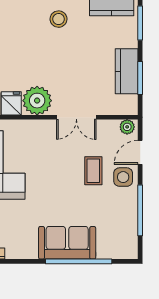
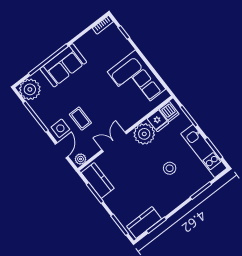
stool: (59, 19) -> (170, 168), moved
kitchen counter: (127, 71) -> (98, 181), moved
plant: (124, 245) -> (30, 89), added

